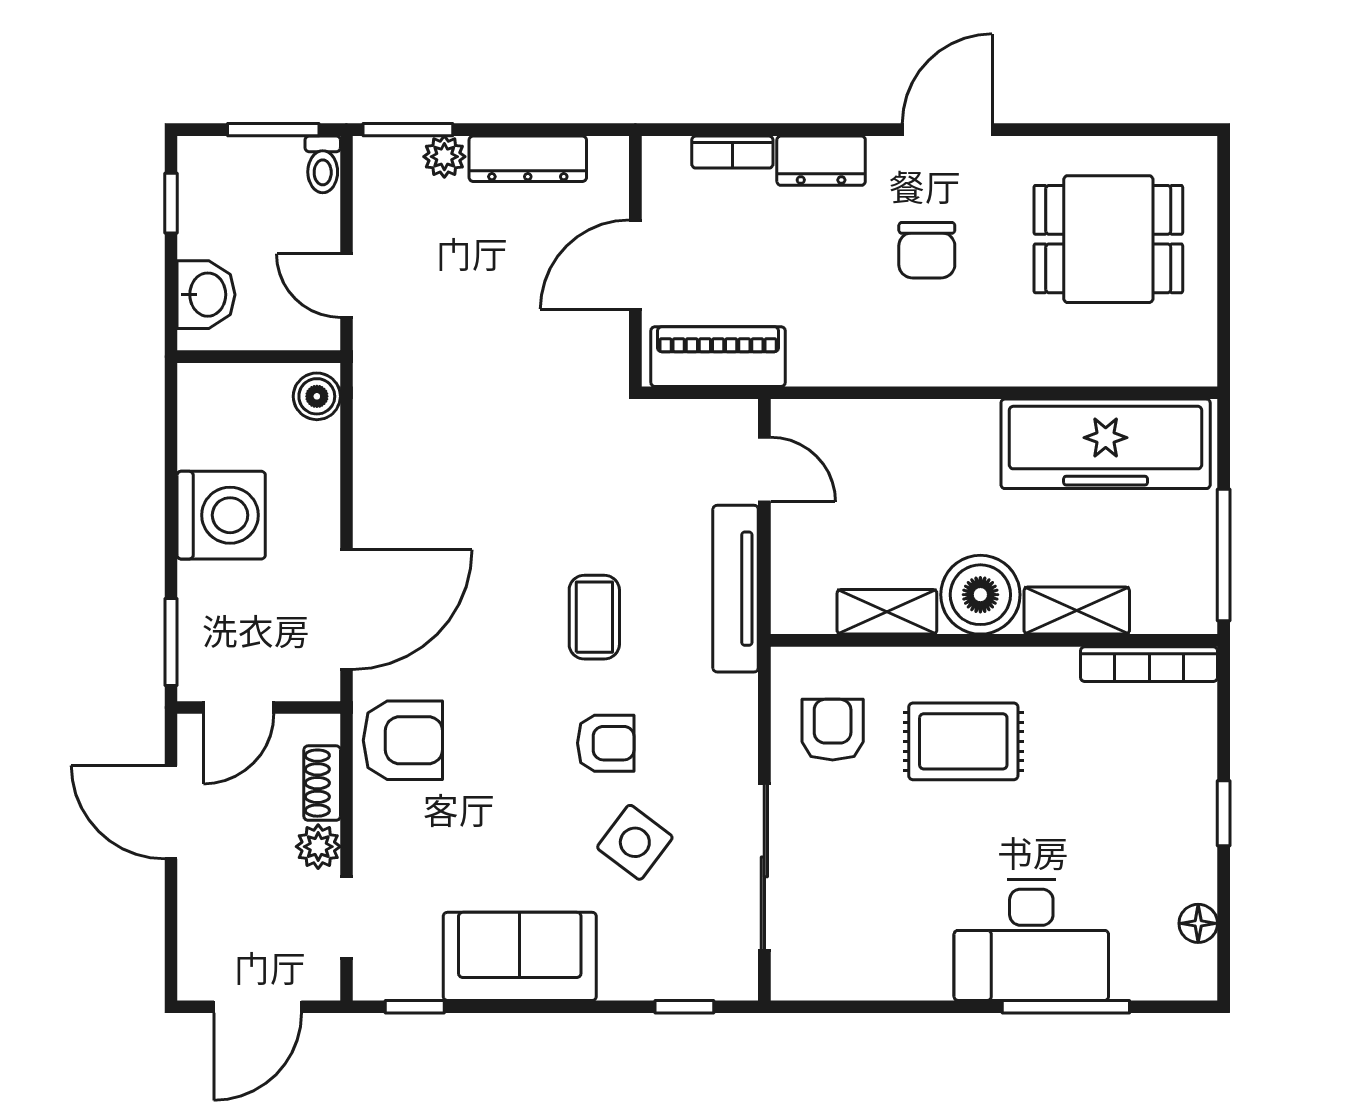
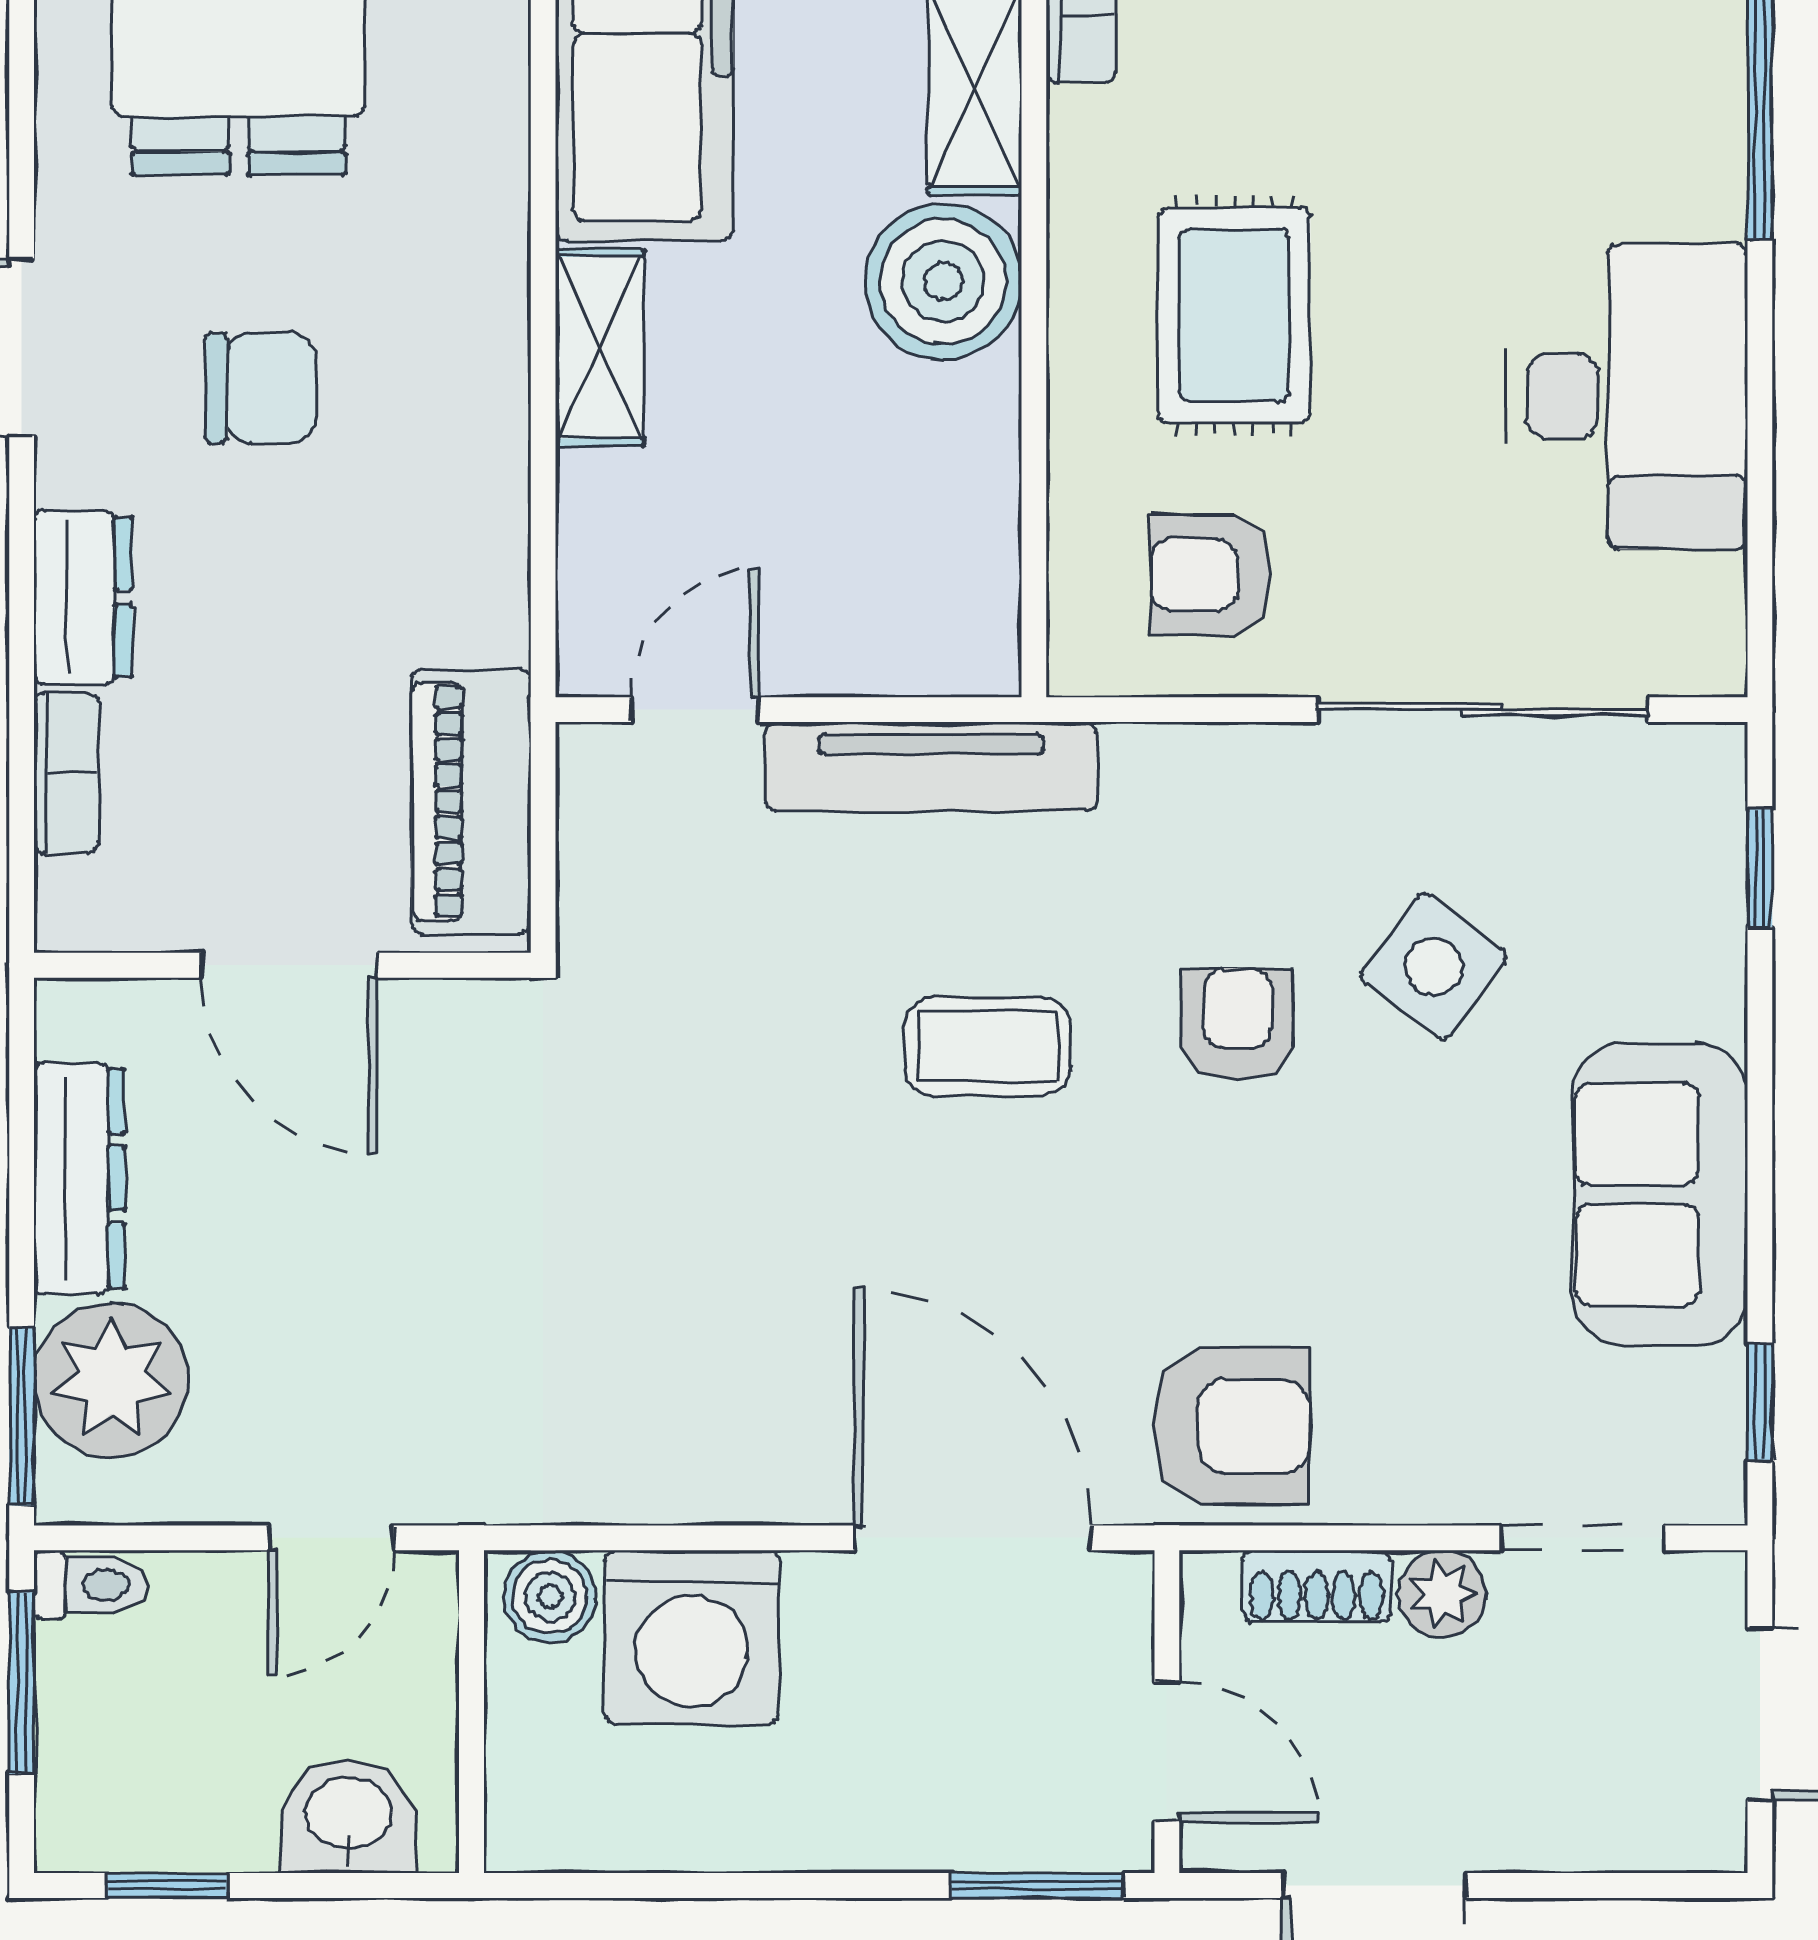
plant: (444, 157) -> (111, 1380), width x1.88, depth x1.88
washing machine: (221, 515) -> (692, 1637), moved, turned 180
shelving: (887, 612) -> (600, 348), moved
armchair: (403, 740) -> (1232, 1426), turned 90
desk: (1031, 940) -> (1627, 396), moved

